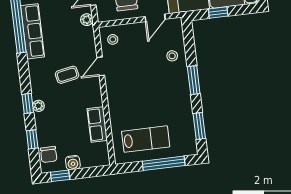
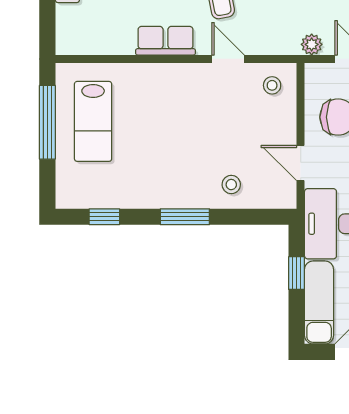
row of seats: (97, 124) -> (166, 41), moved
window: (199, 126) -> (104, 217), width x0.67
window: (164, 163) -> (47, 122), moved

